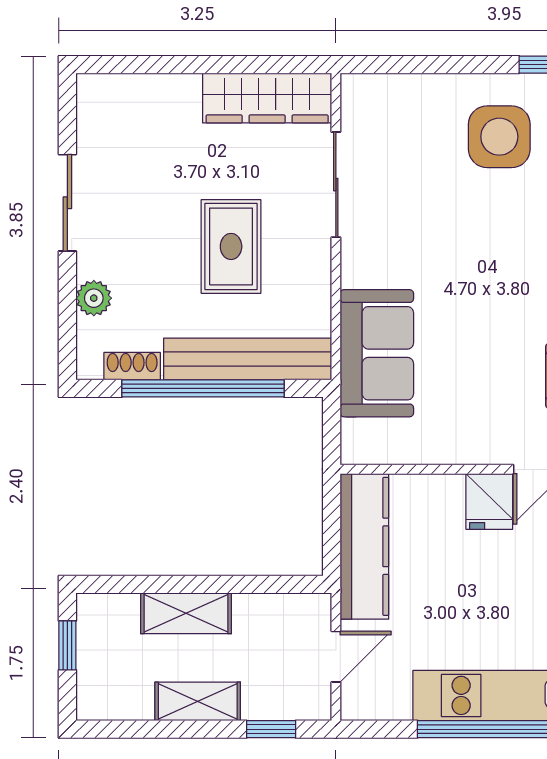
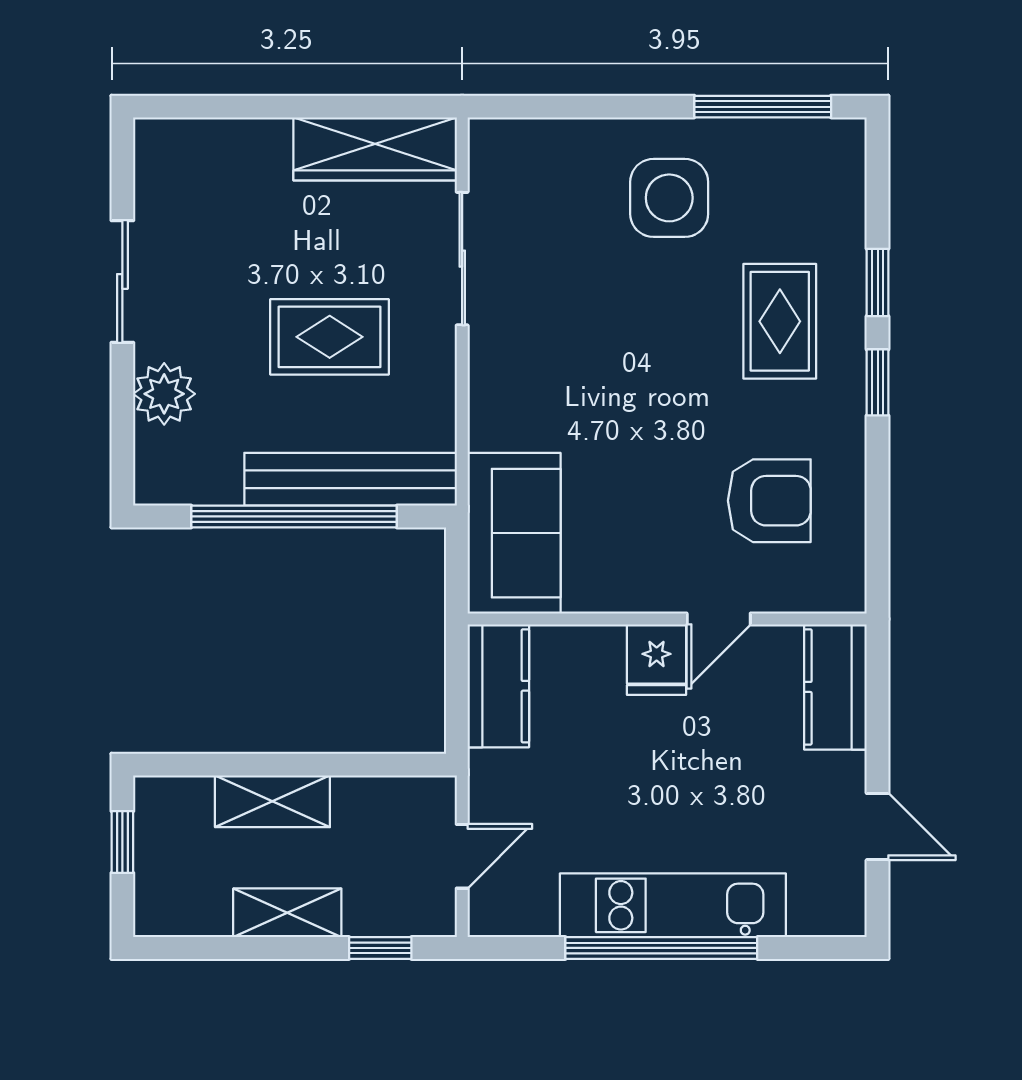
rug: (231, 246) -> (330, 337), turned 90
plant: (94, 298) -> (164, 394), width x1.38, depth x1.38
sofa: (377, 353) -> (514, 533), moved
shoe rack: (132, 366) -> (204, 488), removed
kitchen counter: (364, 546) -> (498, 686), width x0.67

